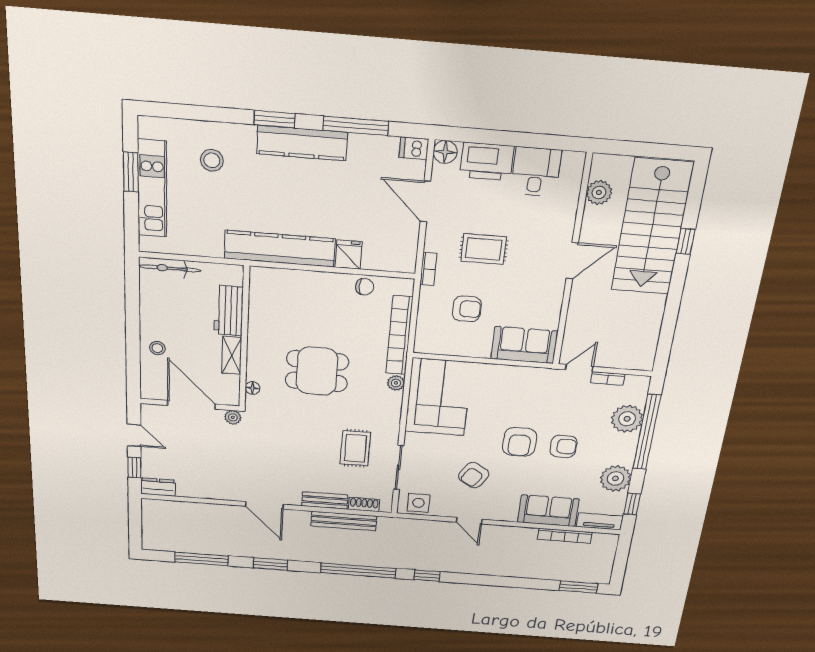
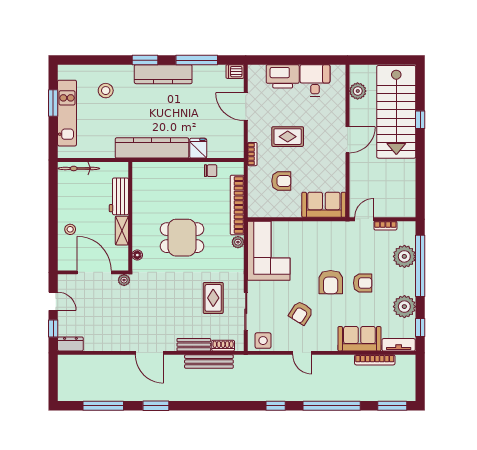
floor lamp: (445, 152) -> (255, 72), removed
window: (358, 571) -> (332, 406), moved

